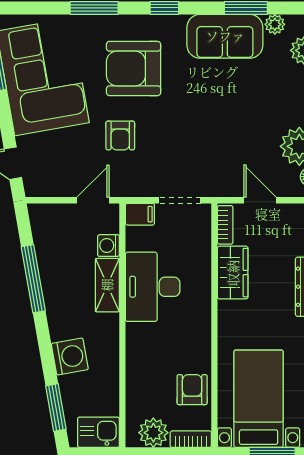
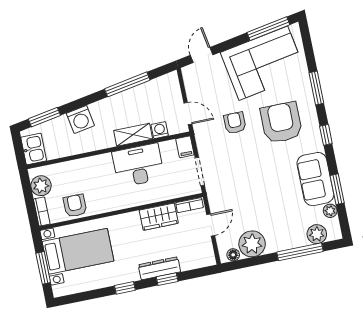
armchair: (120, 136) -> (235, 123), turned 90
armchair: (192, 390) -> (75, 206), turned -90

